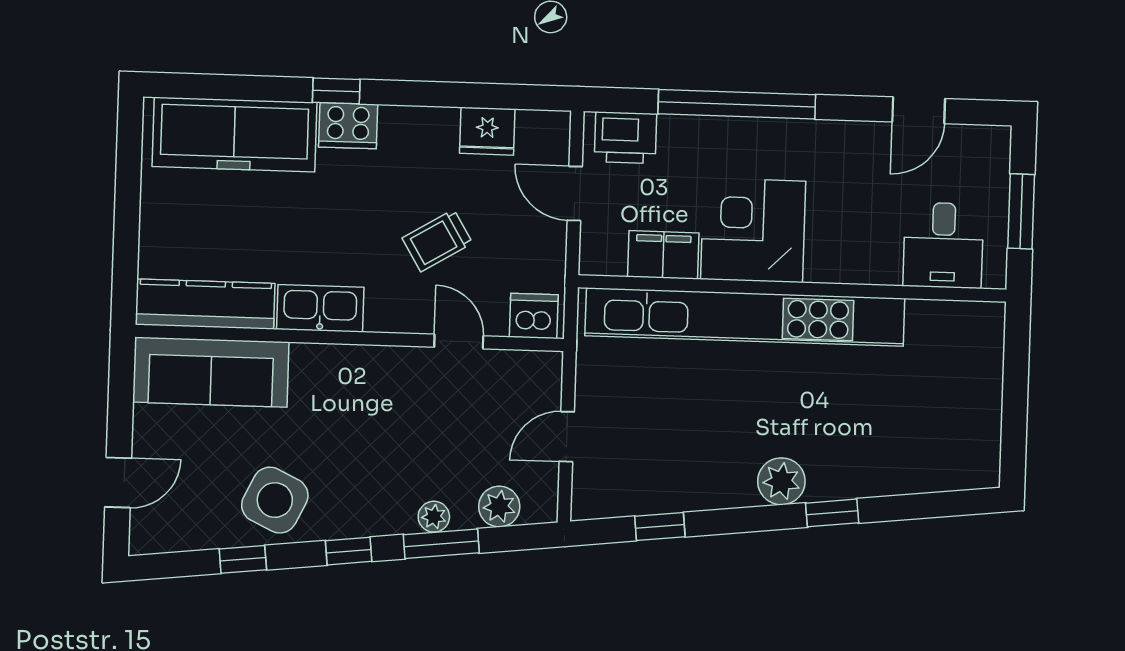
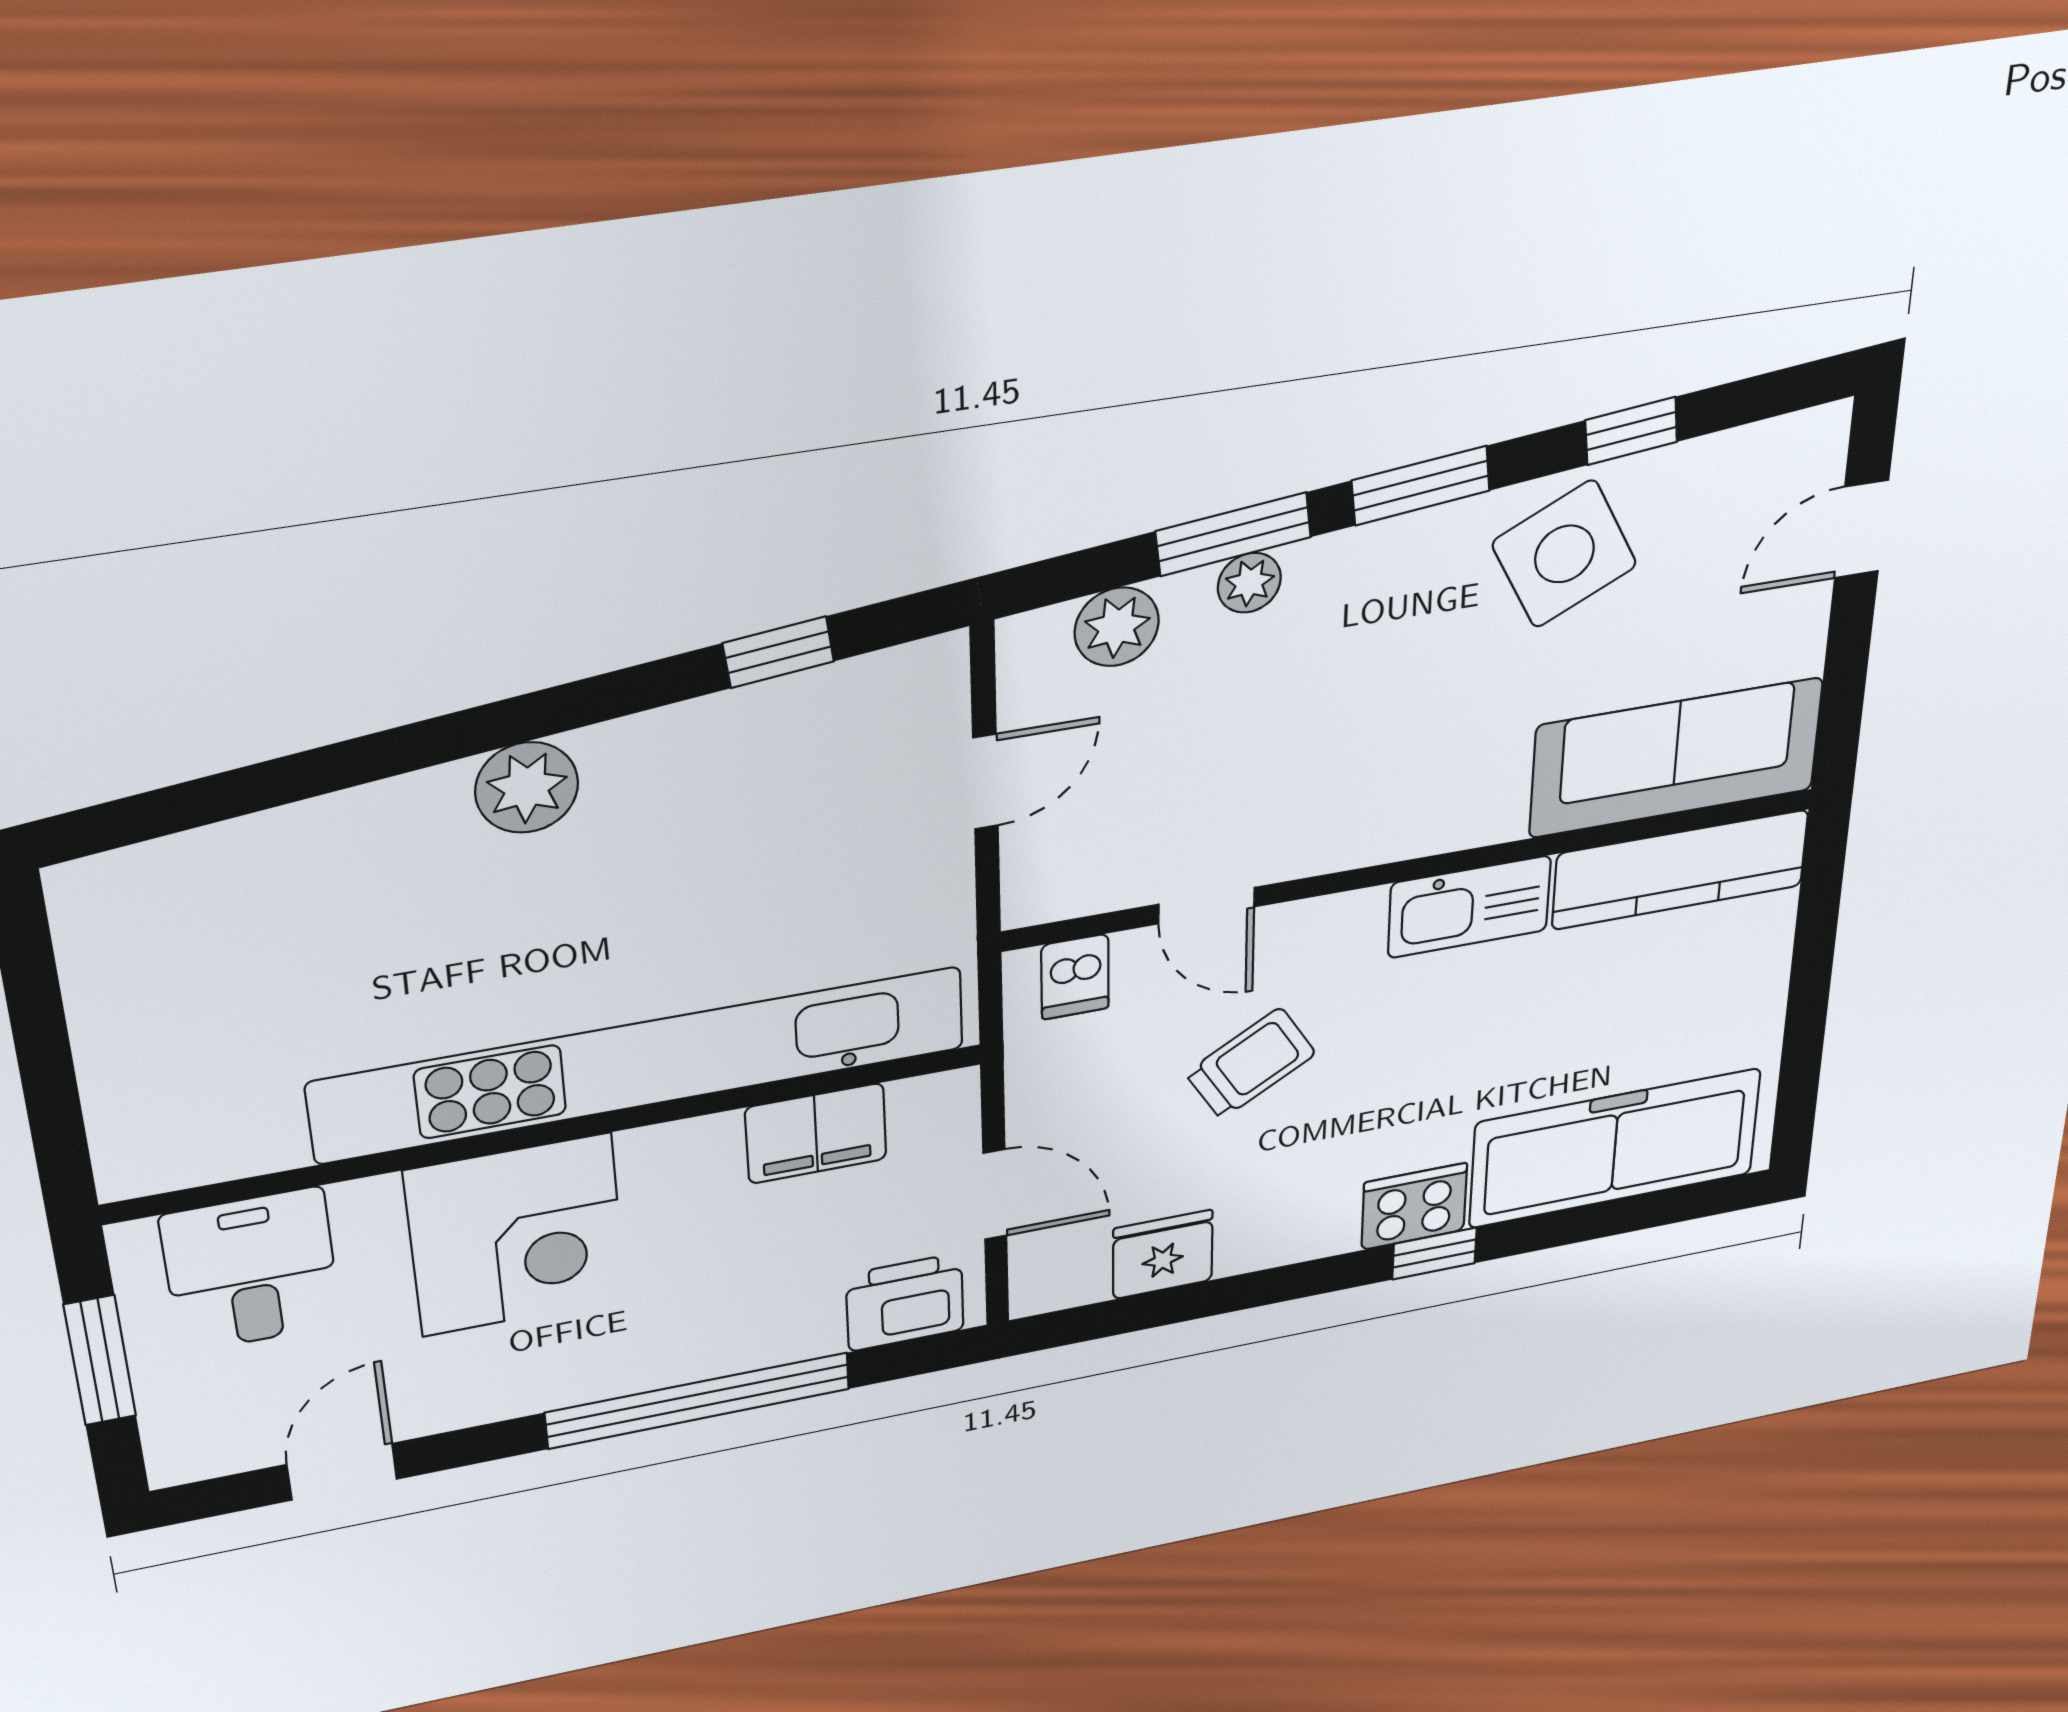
corner desk: (753, 230) -> (516, 1235), moved
dishwasher: (534, 316) -> (1075, 977), width x0.73
side table: (275, 500) -> (1564, 554), turned 37
window: (832, 513) -> (407, 749), removed
window: (349, 551) -> (1421, 486), width x1.50

